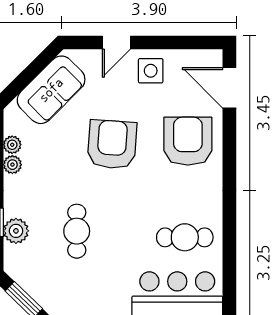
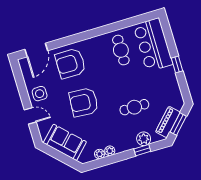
piano: (33, 283) -> (168, 122), added

